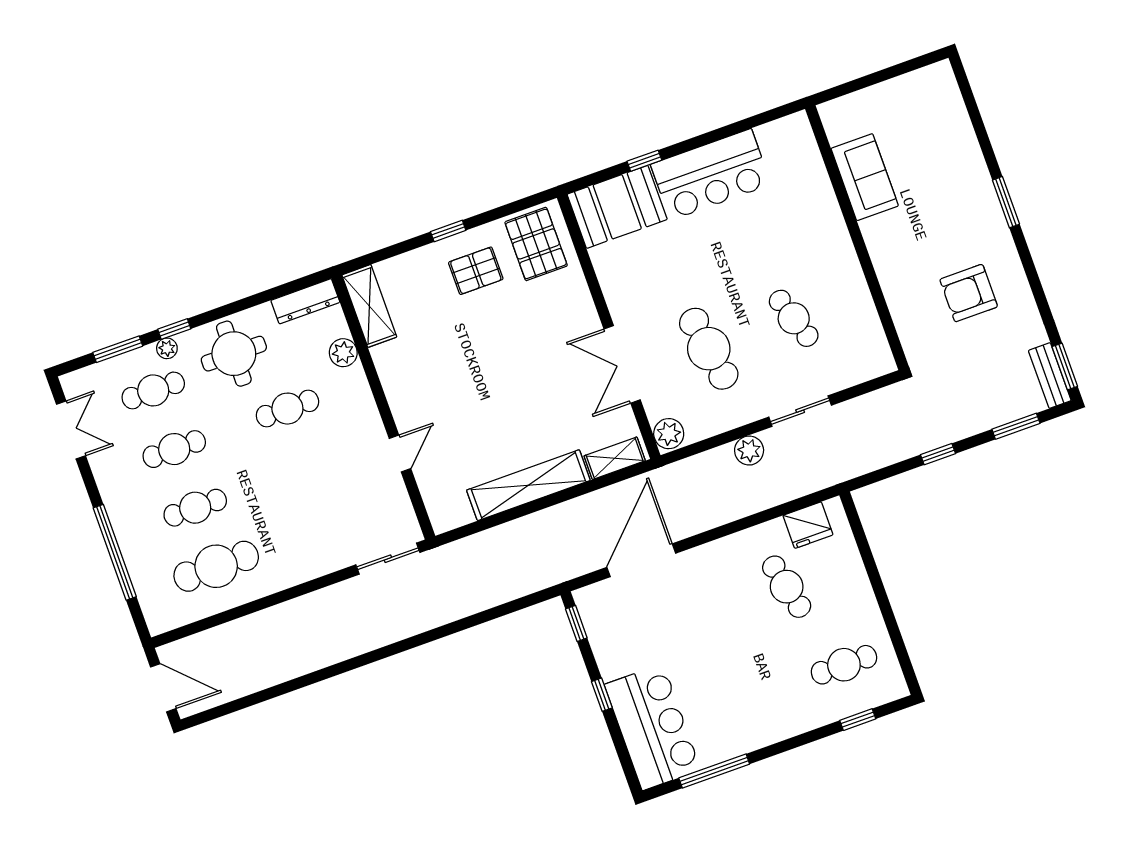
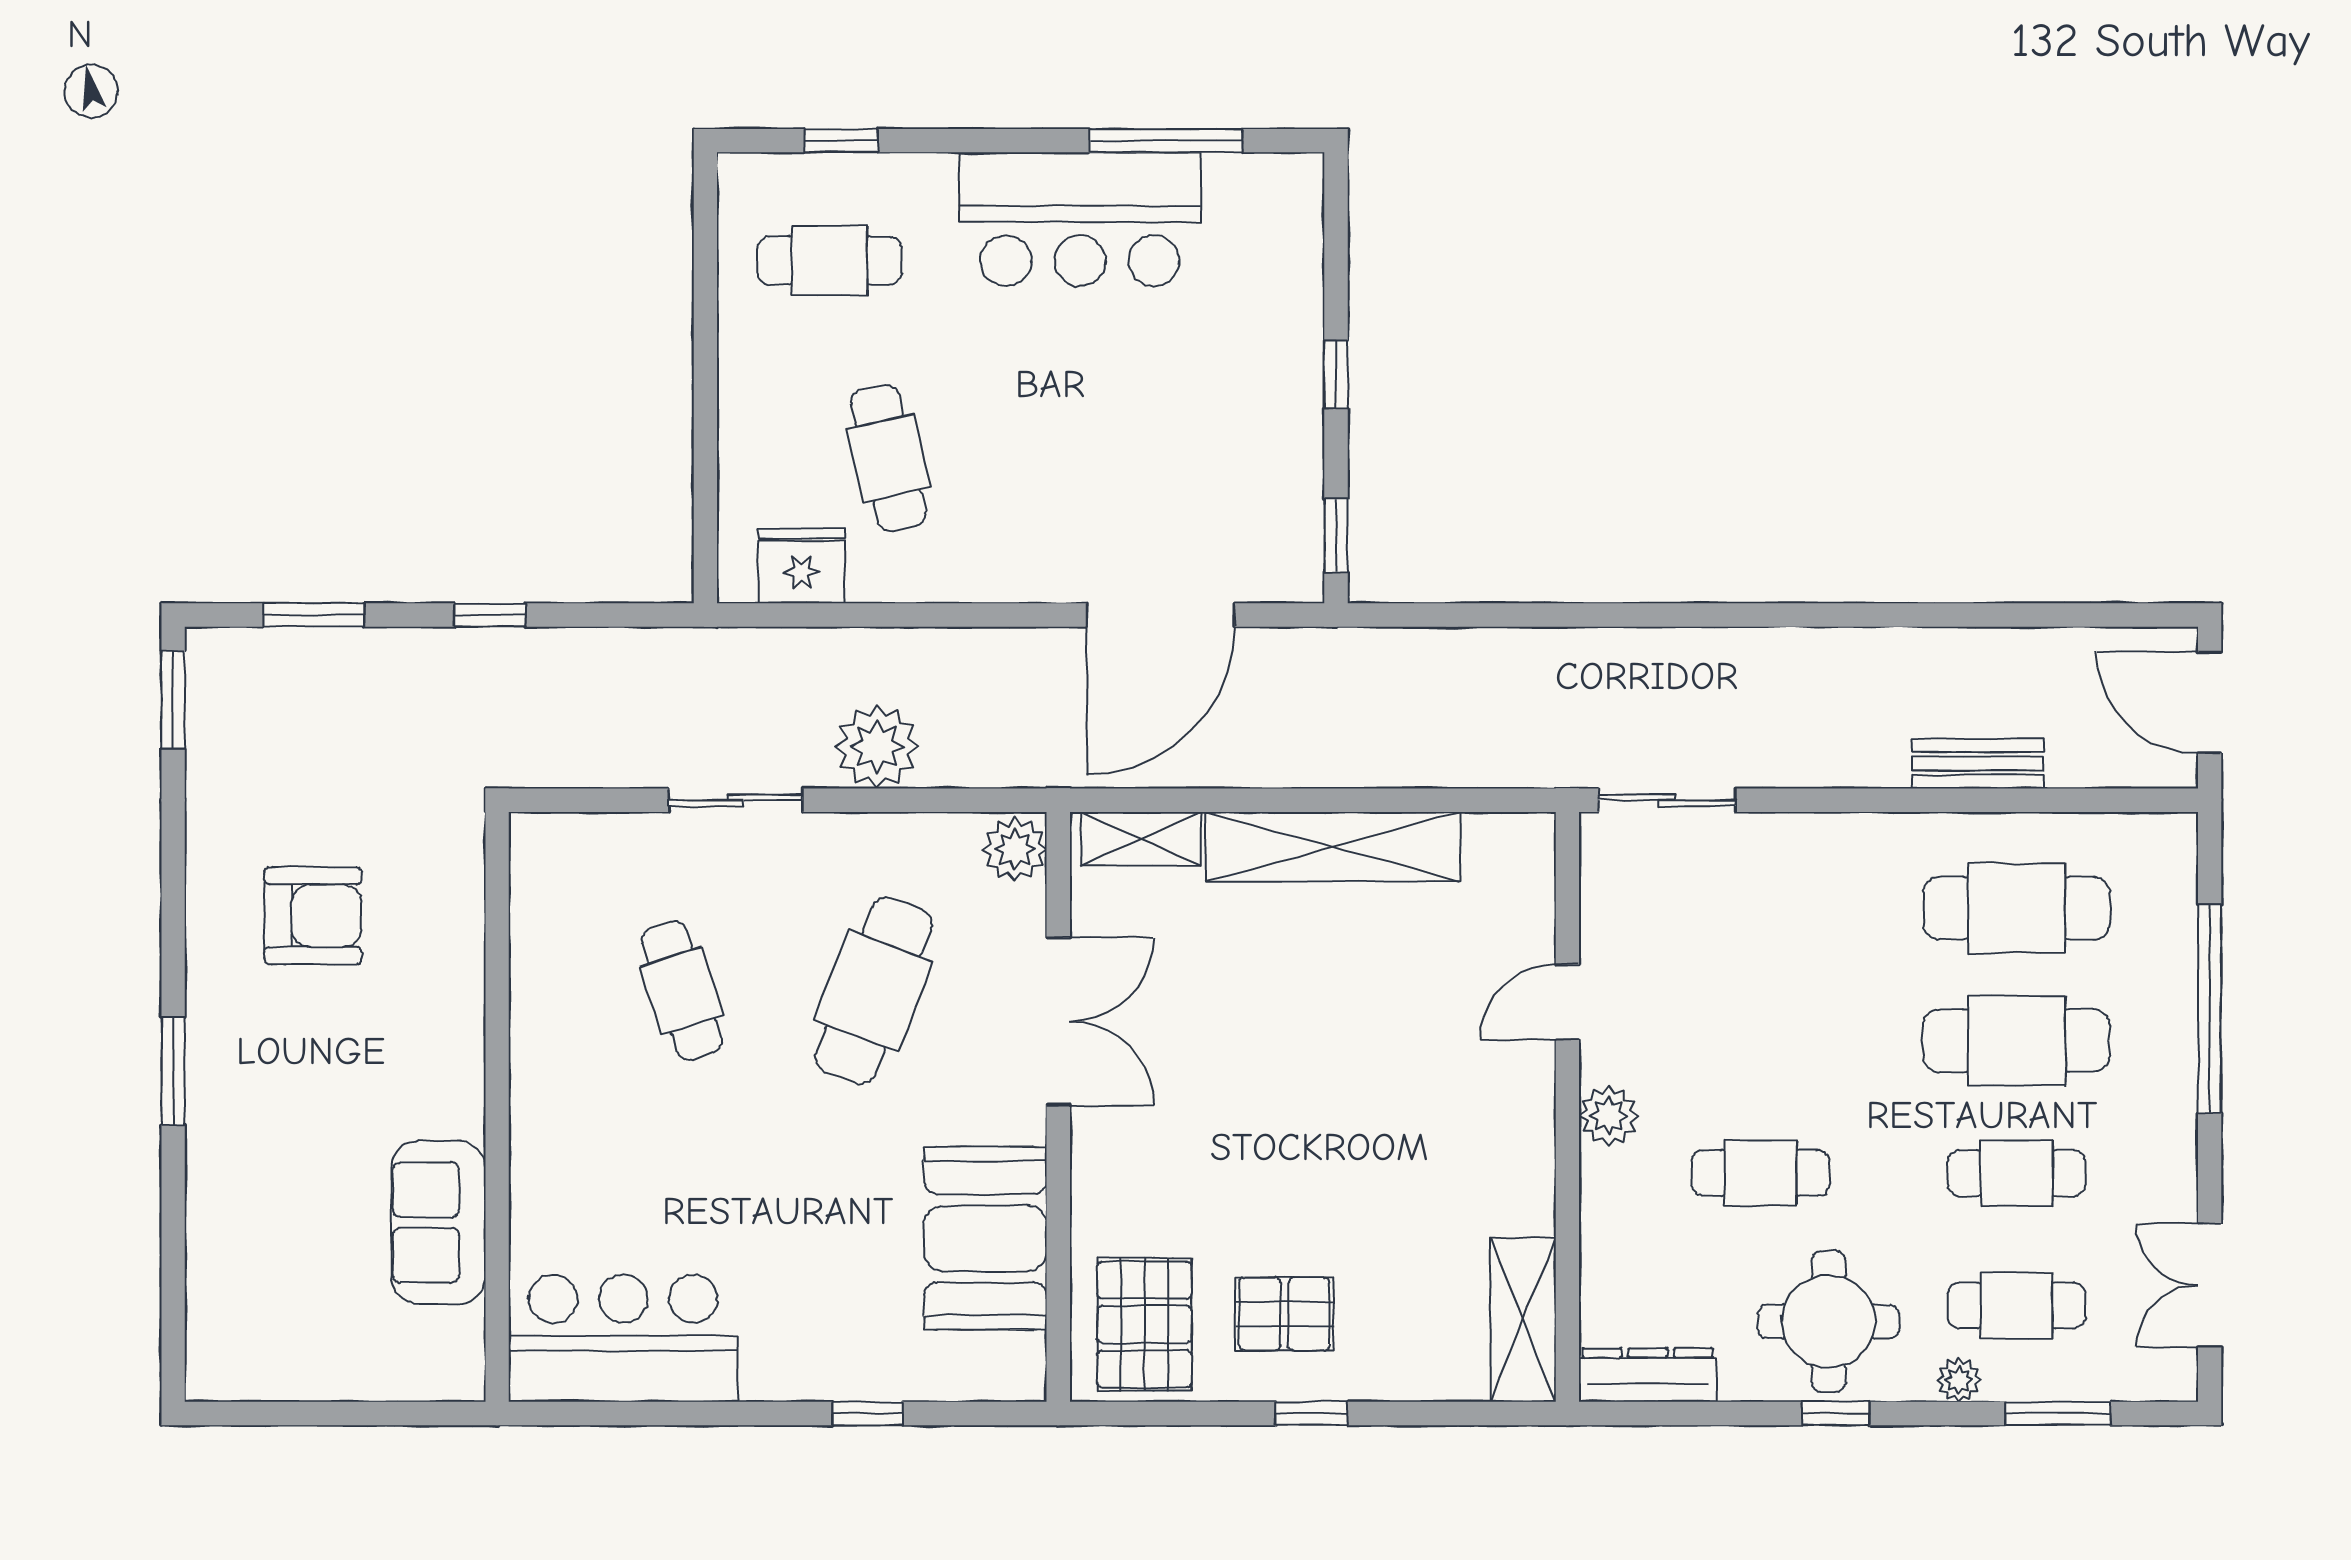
bar counter: (711, 174) -> (623, 1338), moved
booth: (617, 207) -> (985, 1238), moved, turned 90
window: (174, 329) -> (1836, 1413), moved
cafe table: (709, 349) -> (874, 991), turned 30
plant: (343, 353) -> (1609, 1116), moved
bench: (1050, 376) -> (1978, 764), moved, turned 90
plant: (749, 451) -> (877, 747), width x1.36, depth x1.36
cafe table: (195, 508) -> (2016, 1041), width x1.37, depth x1.35
bar counter: (653, 727) -> (1080, 219), moved, turned -90

